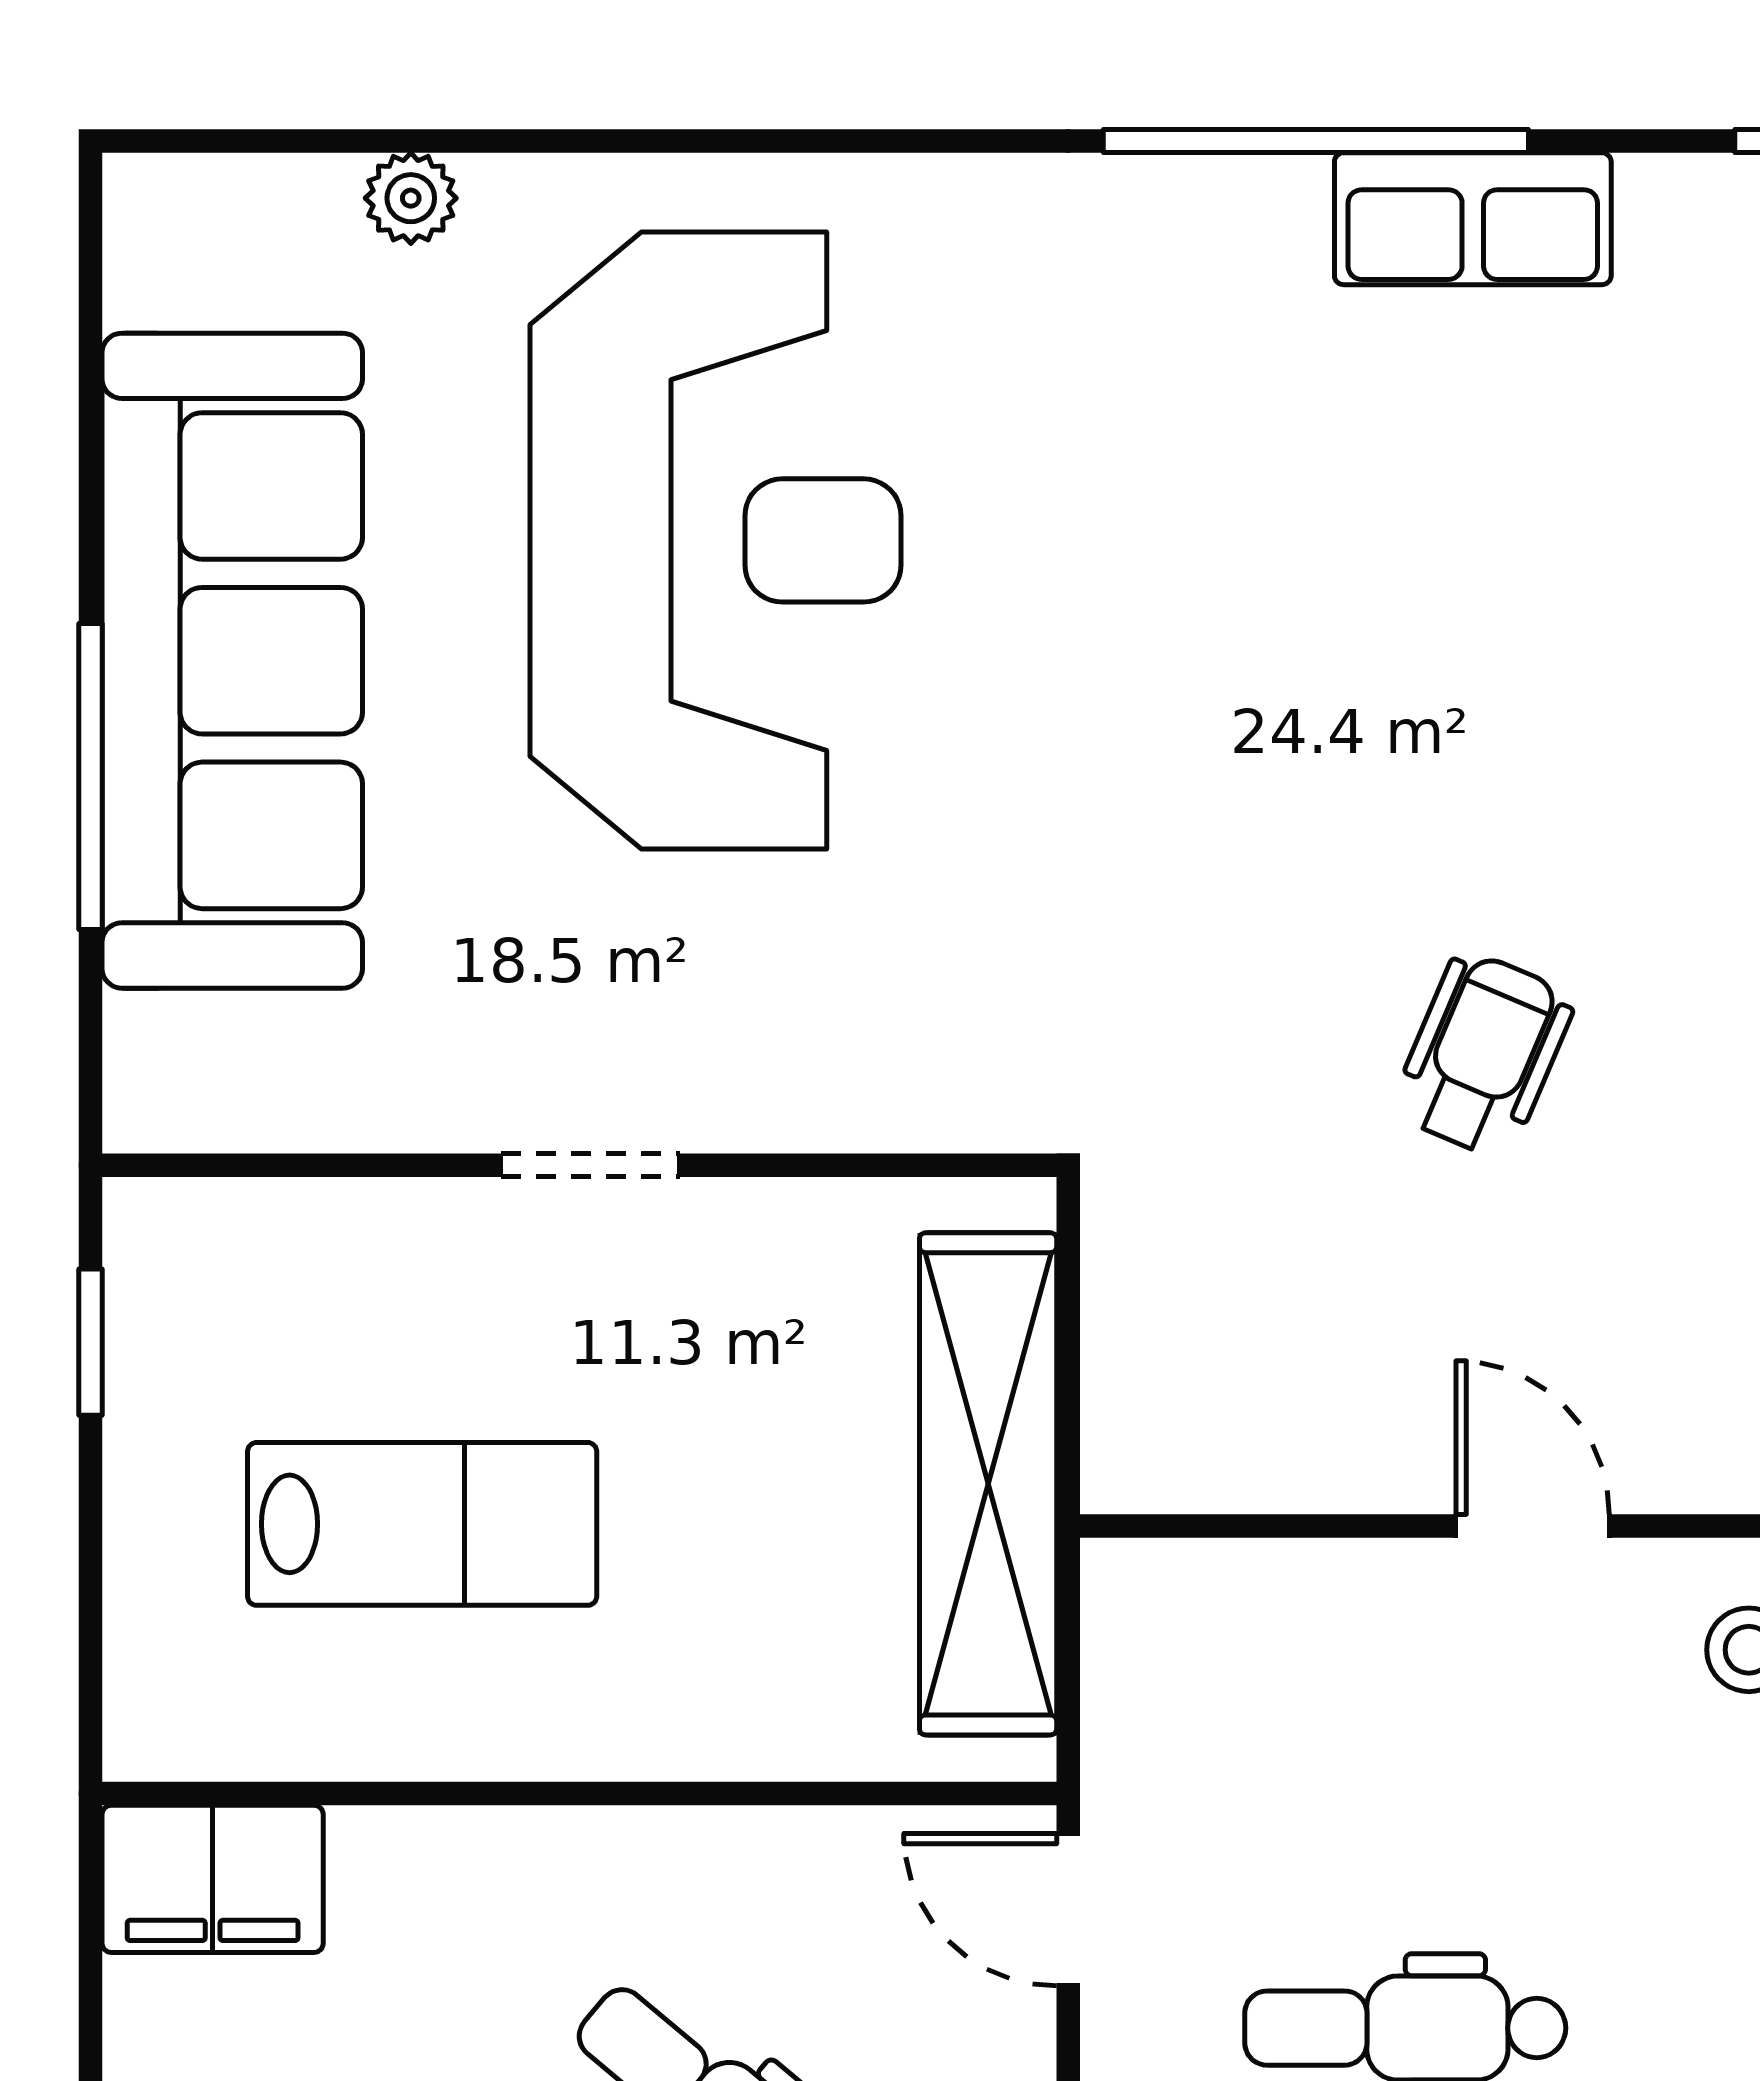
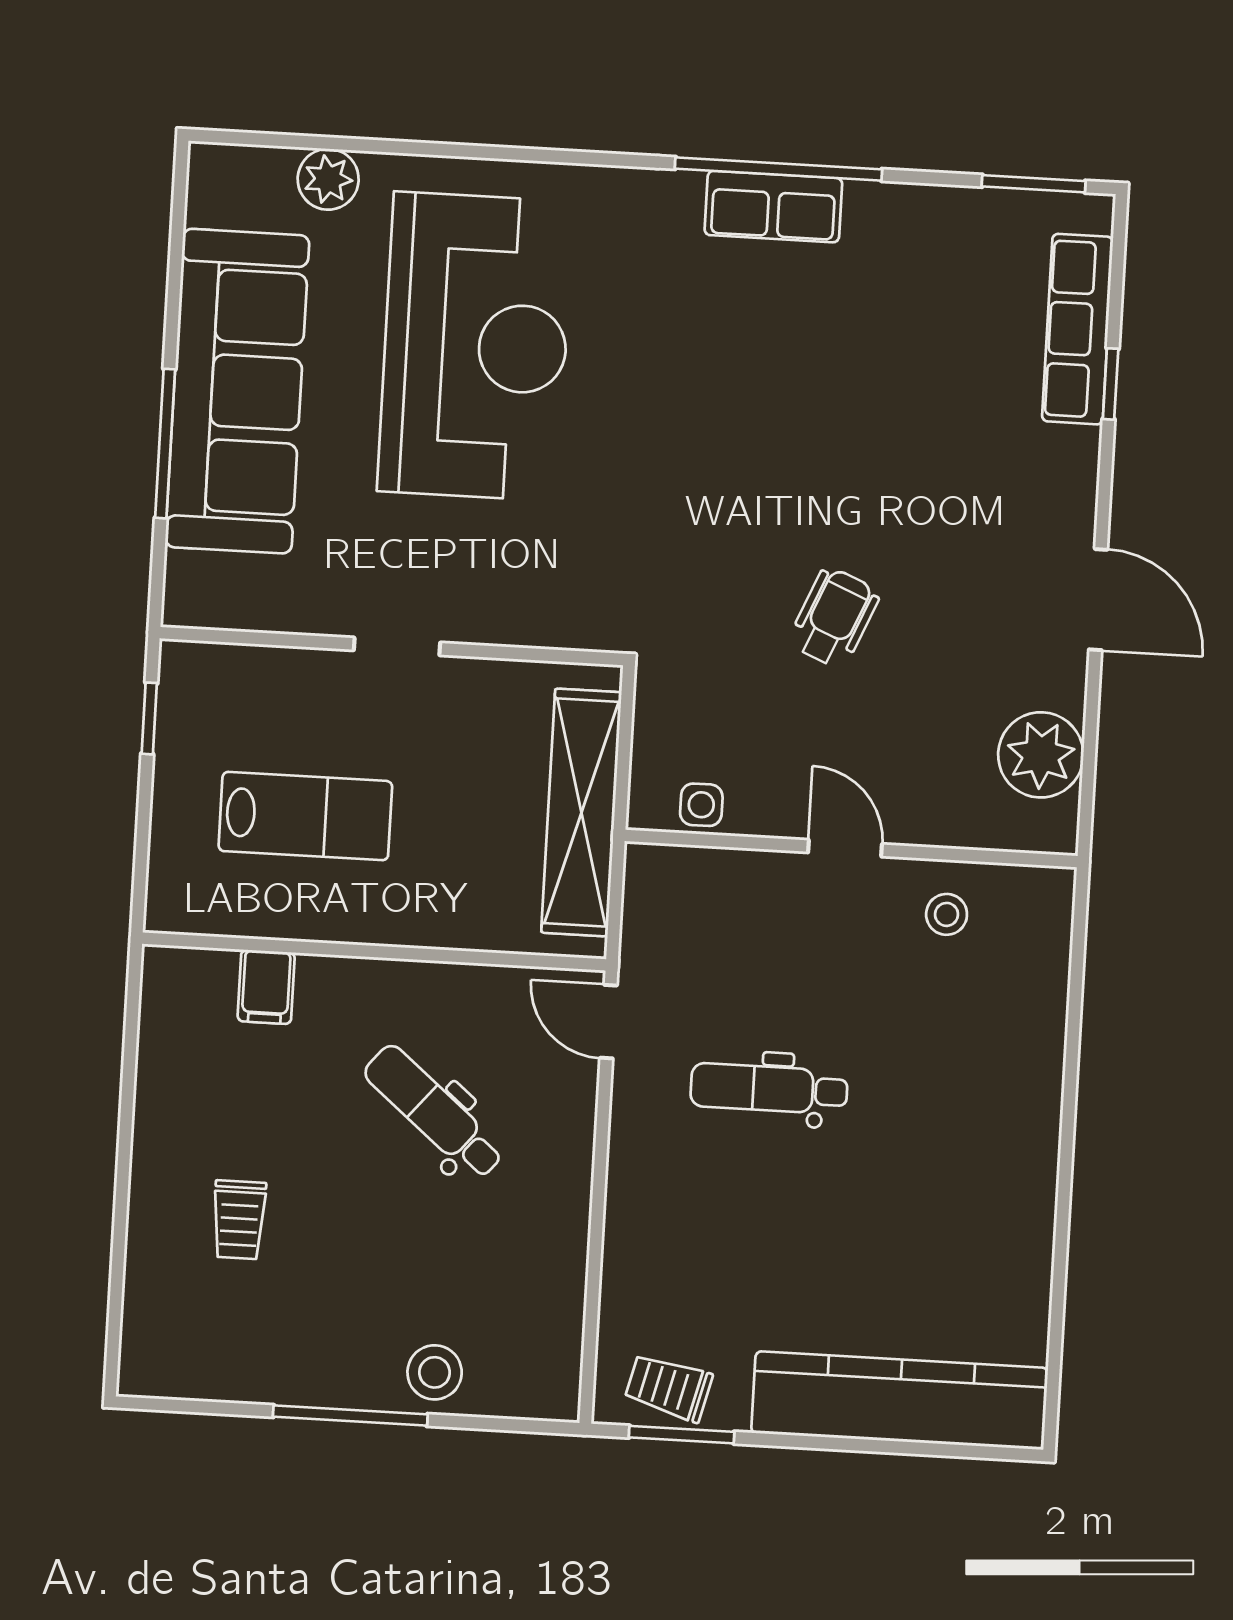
plant: (411, 198) -> (328, 179), width x1.38, depth x1.38
row of seats: (1473, 219) -> (773, 207), moved
side table: (1233, 1454) -> (701, 805), added
filing cabinet: (213, 1879) -> (266, 987), moved, width x0.50

